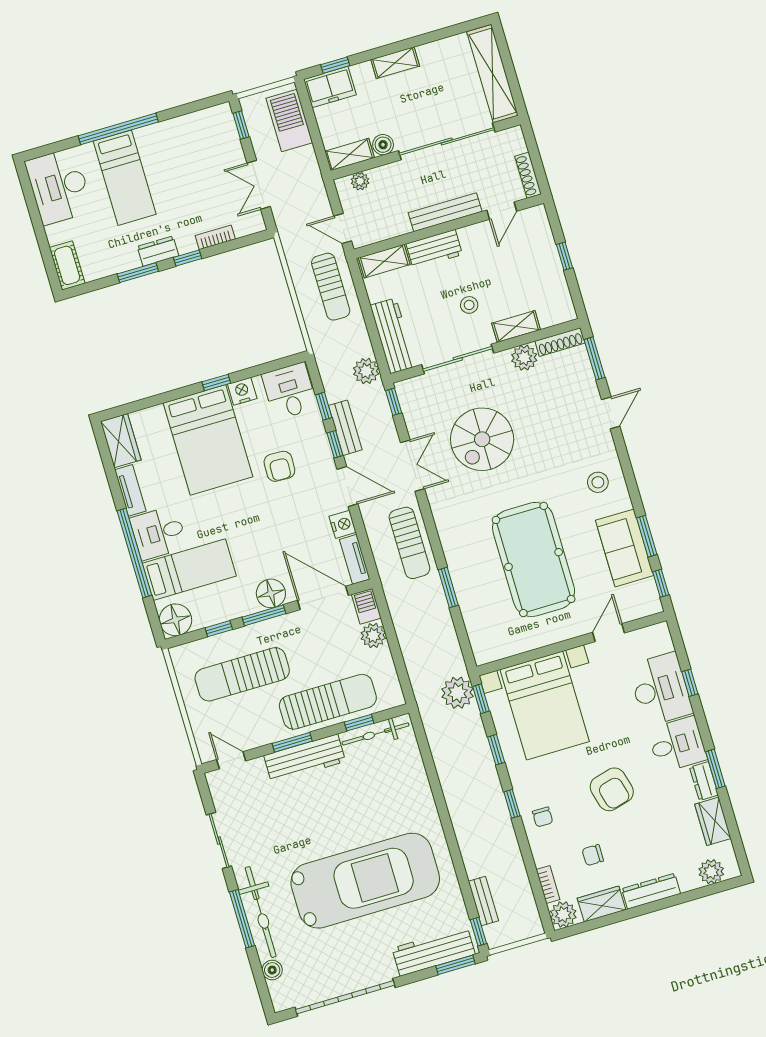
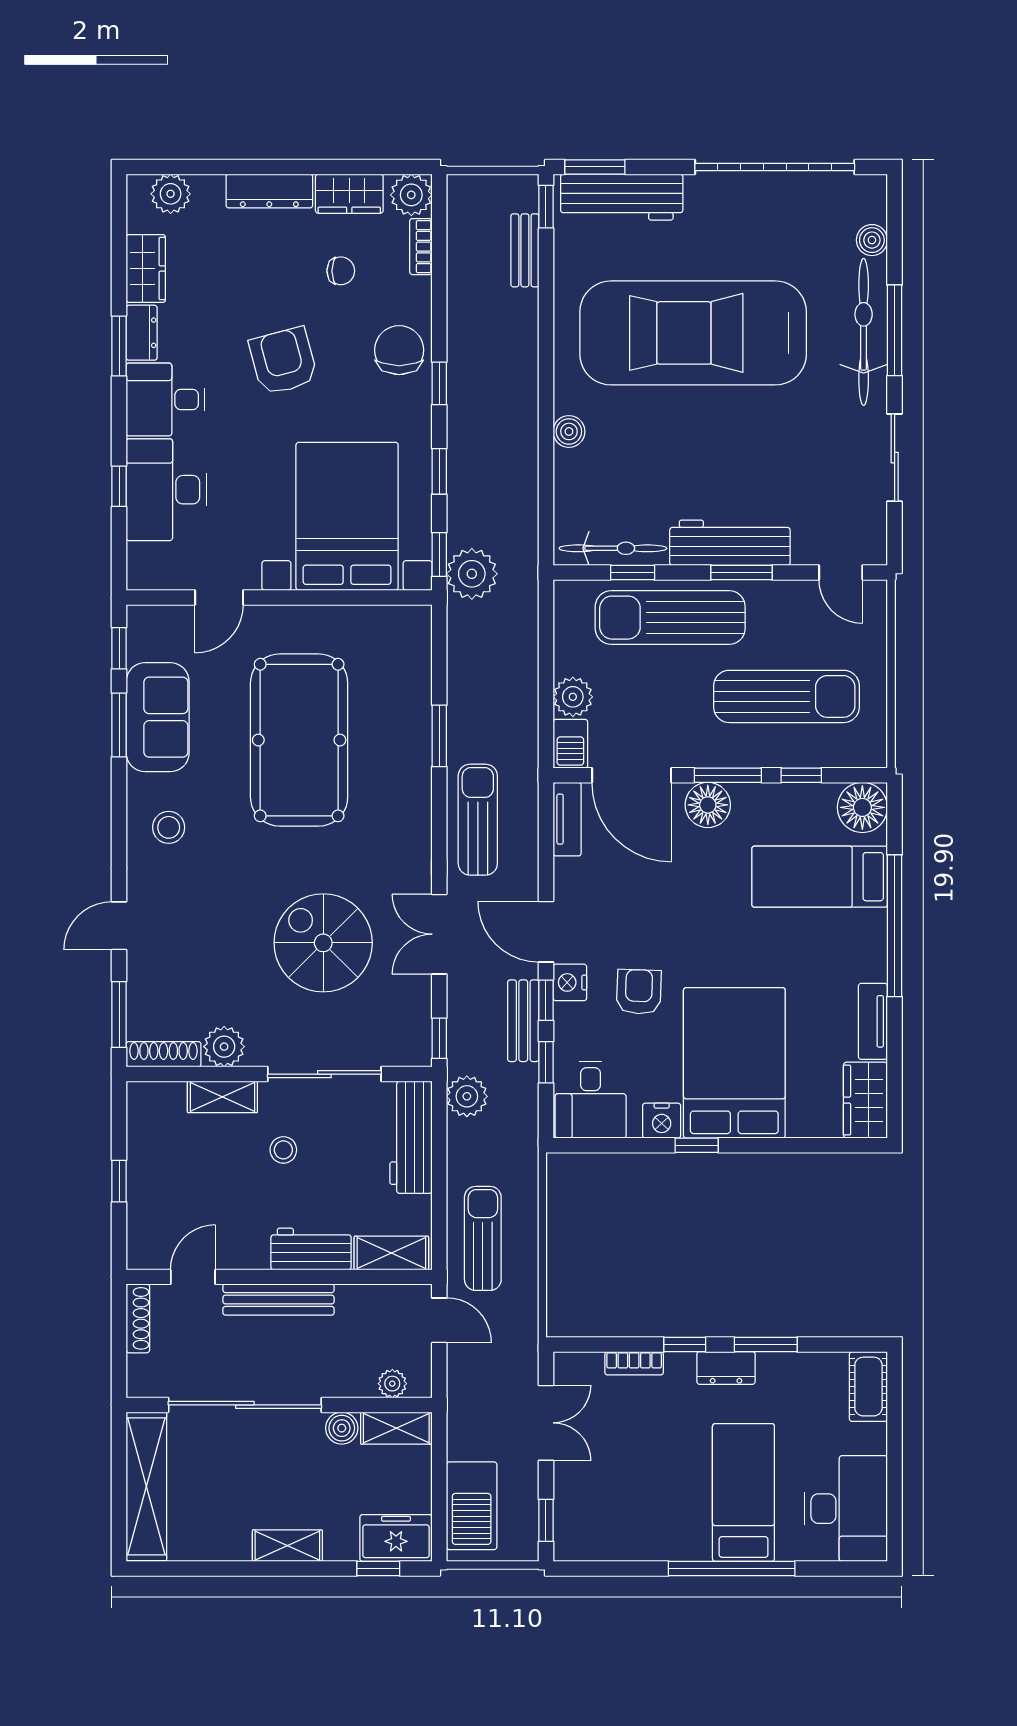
spiral stairs: (482, 439) -> (323, 943), turned -90
nightstand: (343, 524) -> (570, 982), moved
desk: (159, 533) -> (849, 945), removed
boiler: (424, 798) -> (569, 431), added
chair: (543, 817) -> (399, 350), width x1.87, depth x1.87

